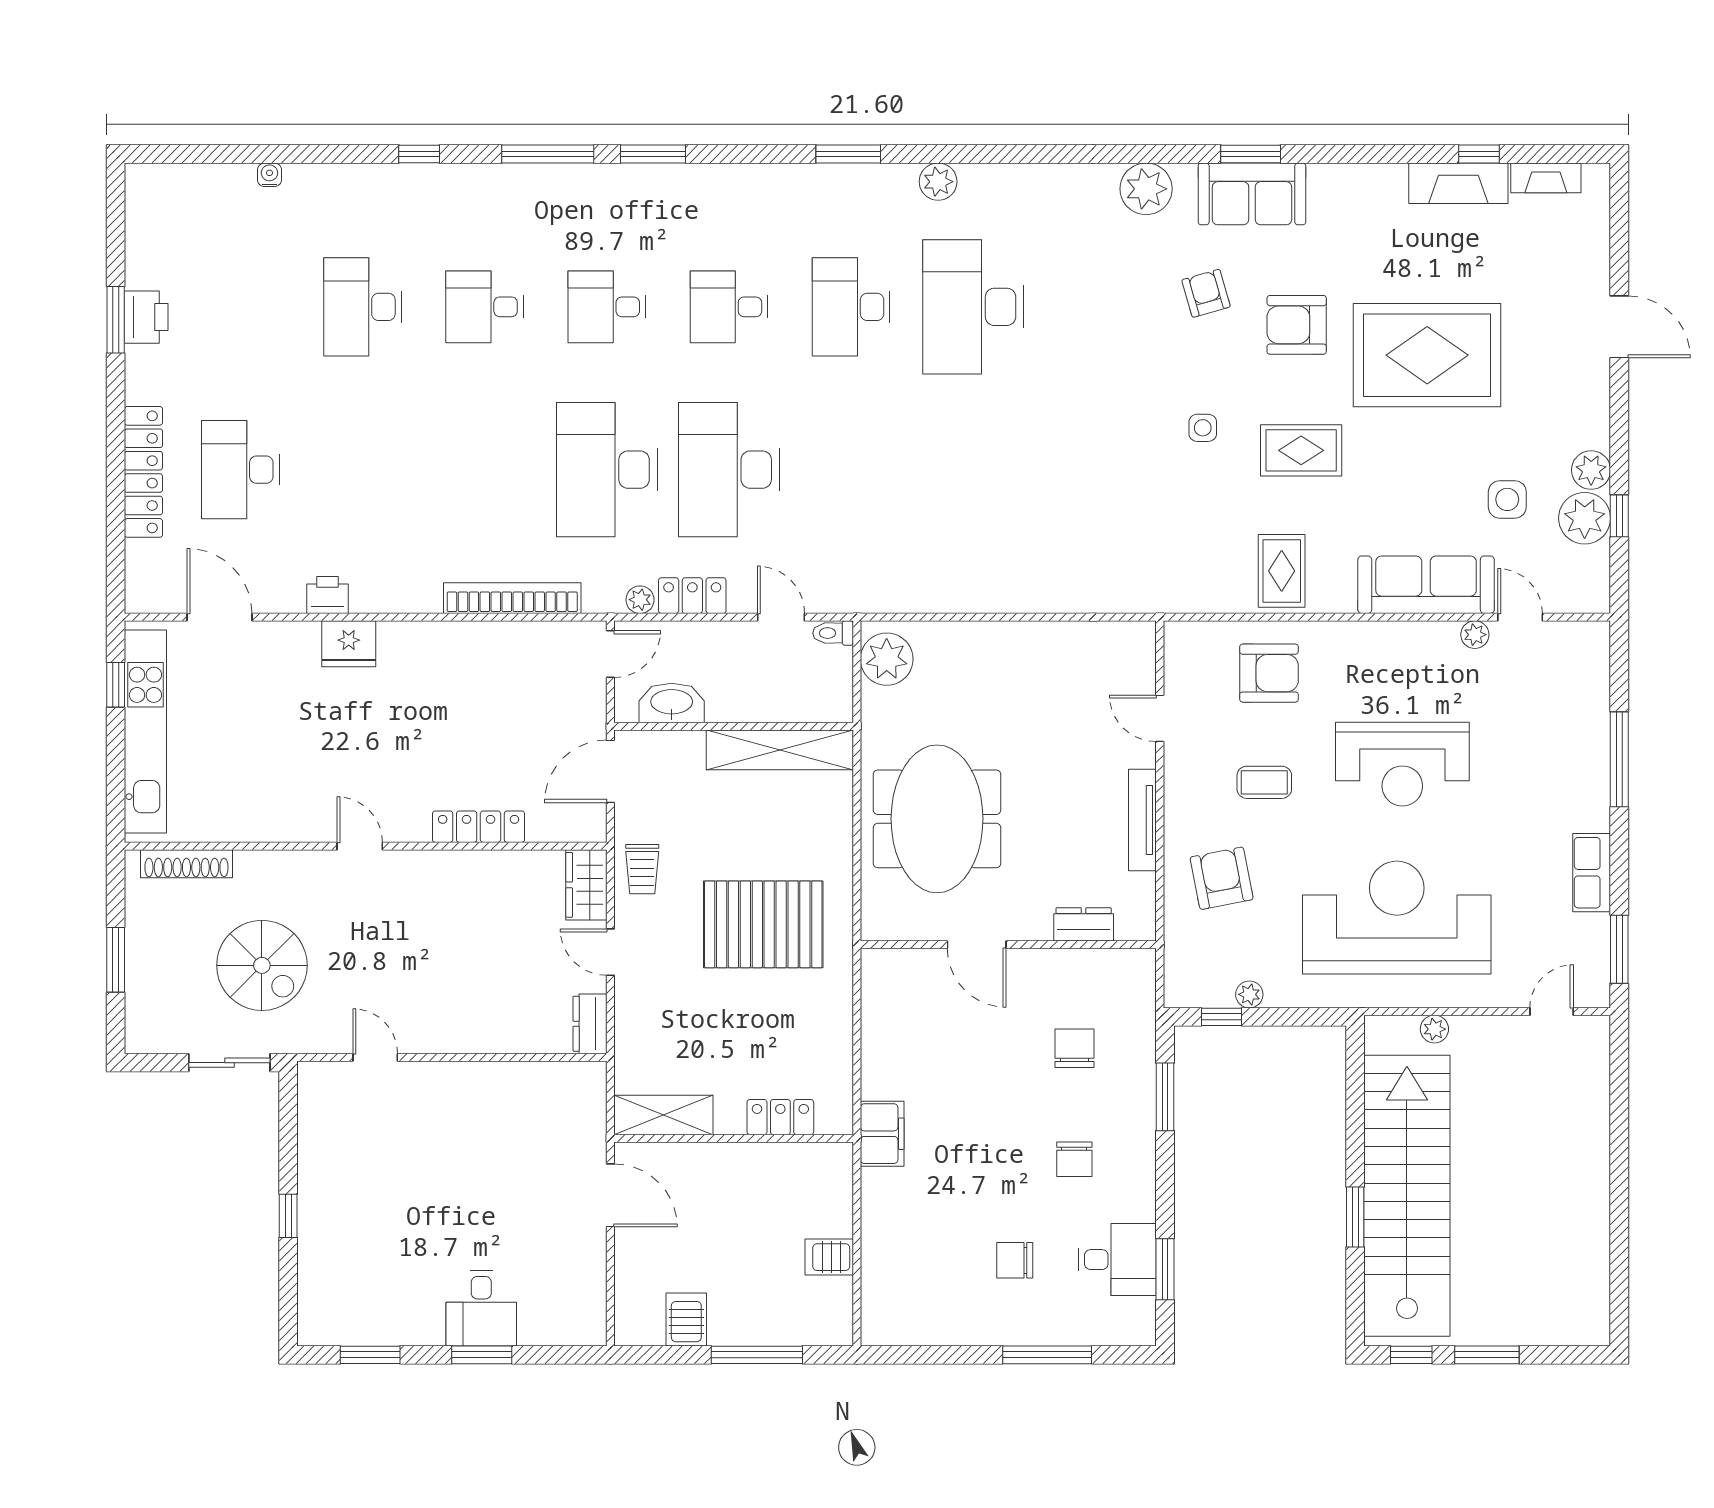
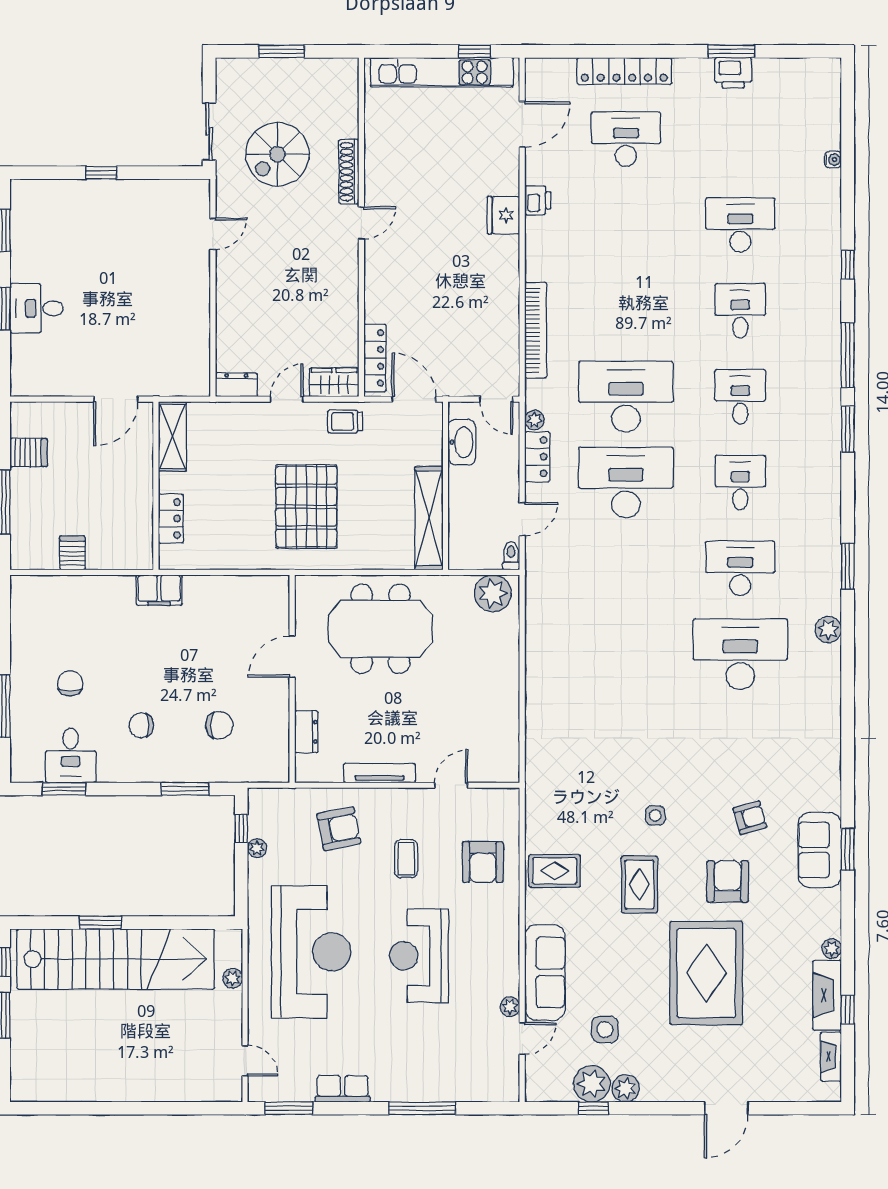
plant: (1146, 189) -> (832, 949), moved, width x0.53, depth x0.53
locker: (479, 827) -> (375, 358), moved
shoe rack: (186, 864) -> (349, 172), moved

